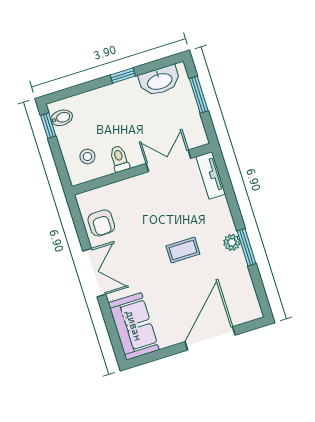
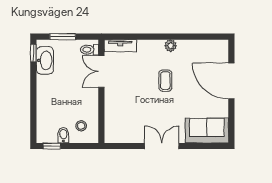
window: (123, 75) -> (33, 53), moved
bidet: (62, 118) -> (63, 135), moved
toilet: (119, 159) -> (89, 50), moved
armchair: (101, 223) -> (129, 131), removed
window: (247, 247) -> (177, 37), removed

